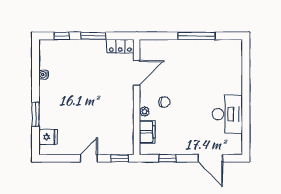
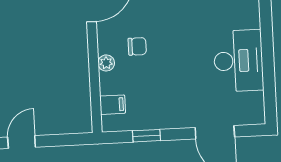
filing cabinet: (147, 132) -> (113, 105), width x0.50
window: (120, 158) -> (70, 140), removed

